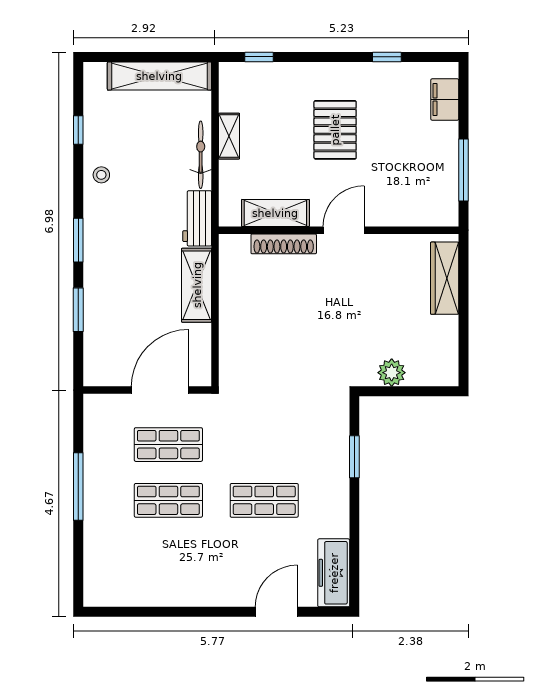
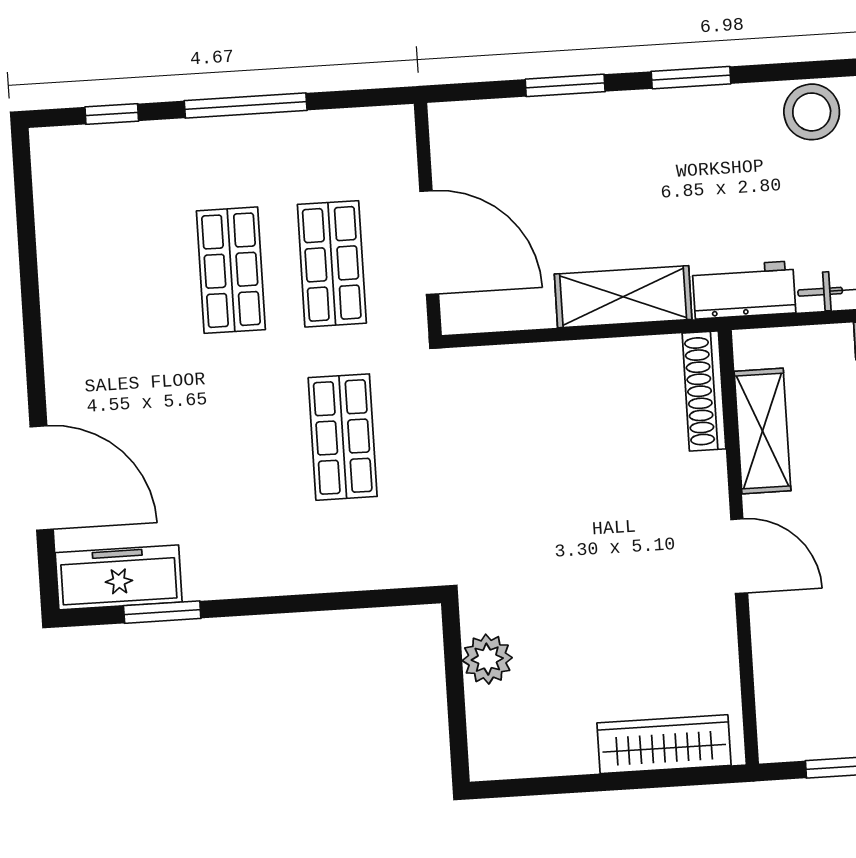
stool: (101, 175) -> (812, 112), width x1.89, depth x1.89
shoe rack: (284, 244) -> (704, 391), moved
window: (354, 457) -> (162, 612), moved
shop shelf: (264, 500) -> (343, 437), moved
window: (78, 561) -> (112, 114), added
door: (276, 612) -> (42, 478), width x1.36

